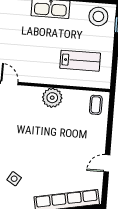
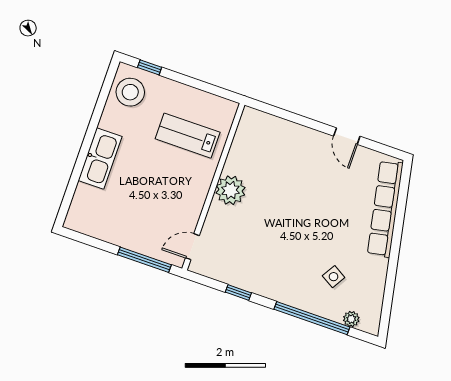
lab bench: (80, 61) -> (188, 136), turned -90
coffee table: (96, 105) -> (258, 130), removed

